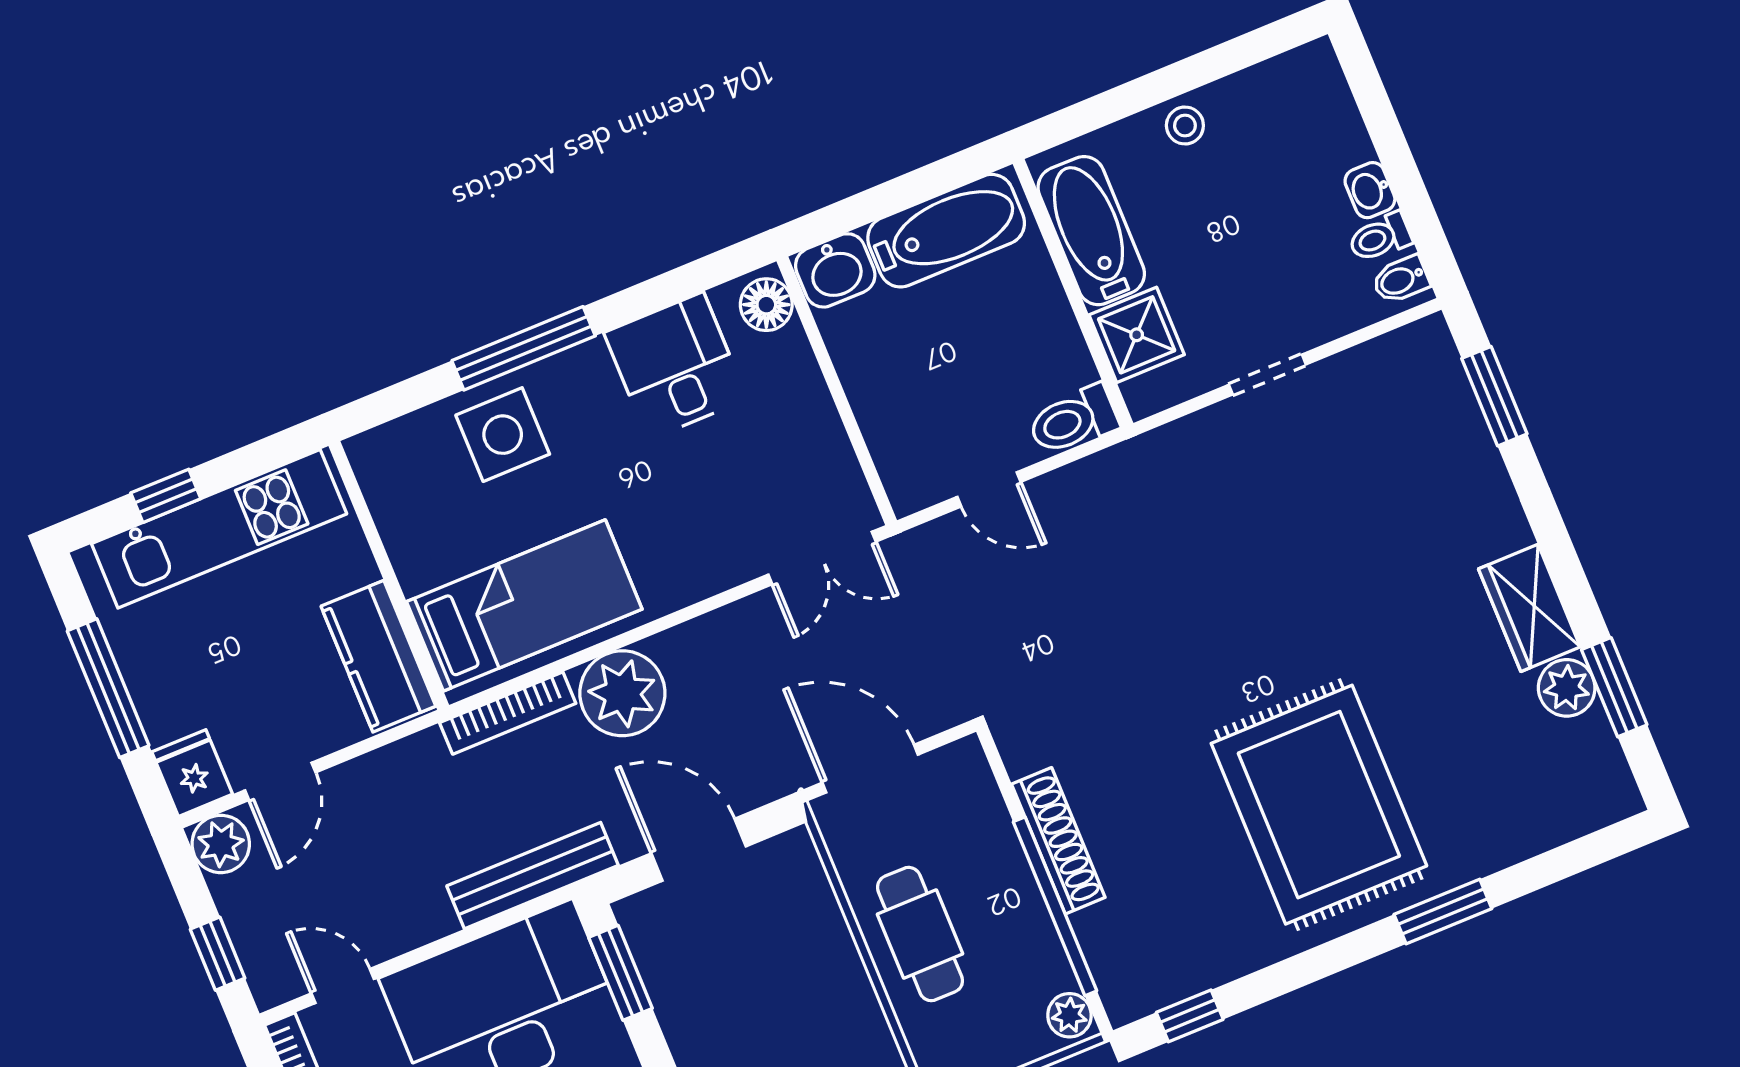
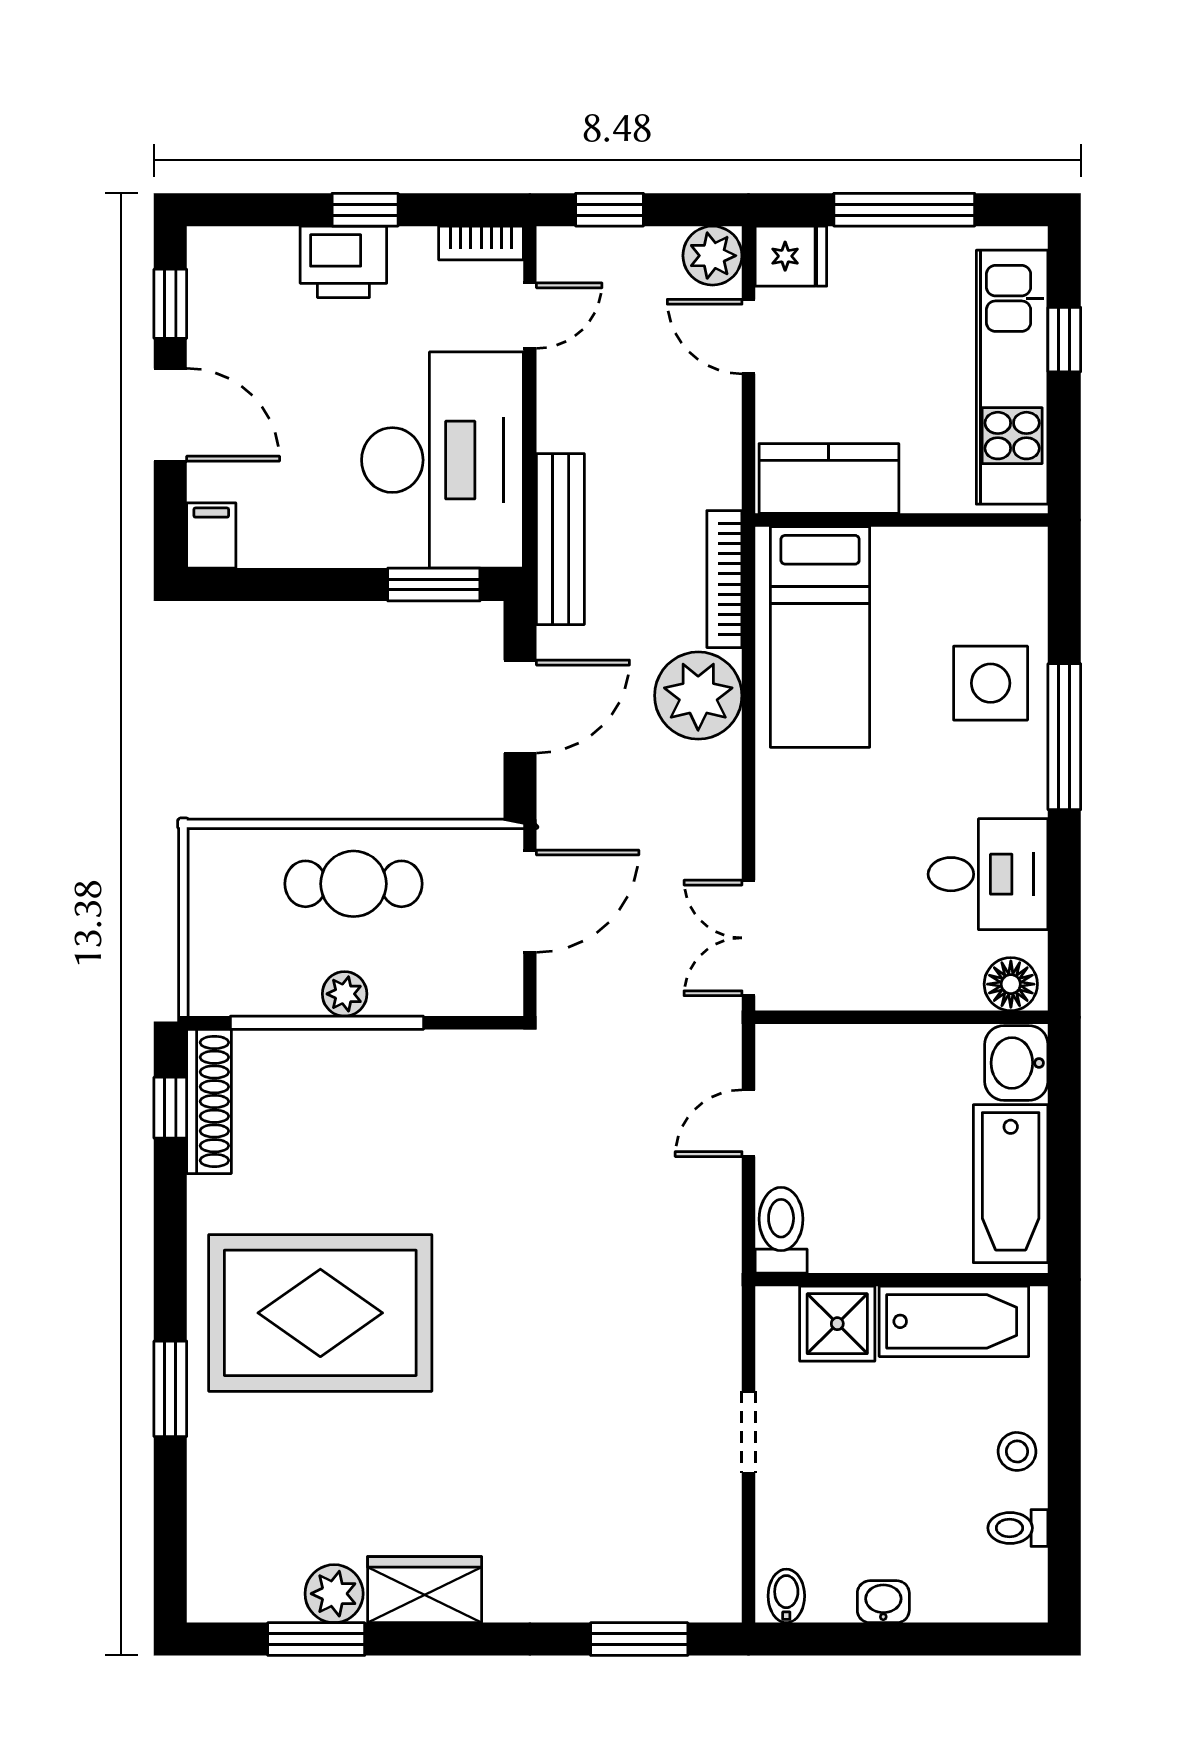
toilet: (1380, 237) -> (1018, 1528), moved, turned -90
shoe rack: (1058, 841) -> (209, 1101), moved, turned -90
plant: (1070, 1015) -> (345, 994), moved

